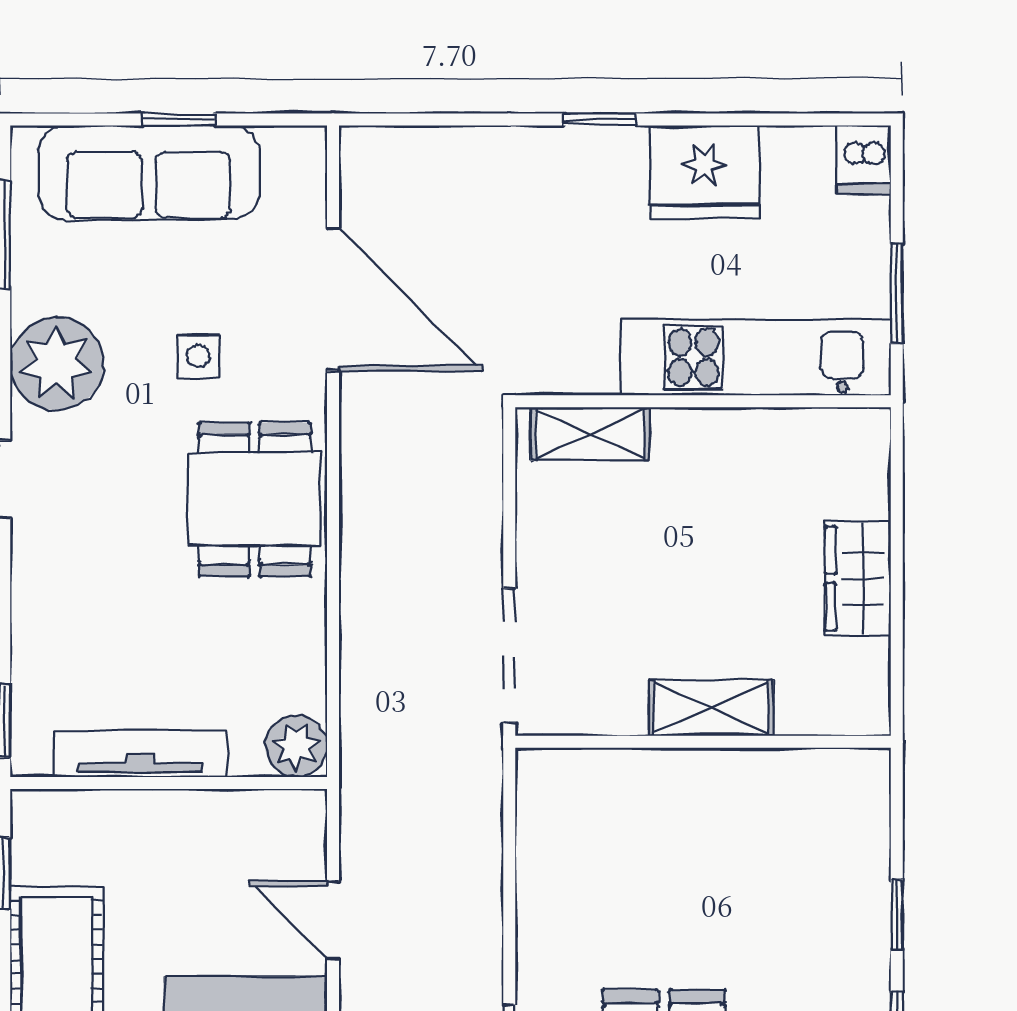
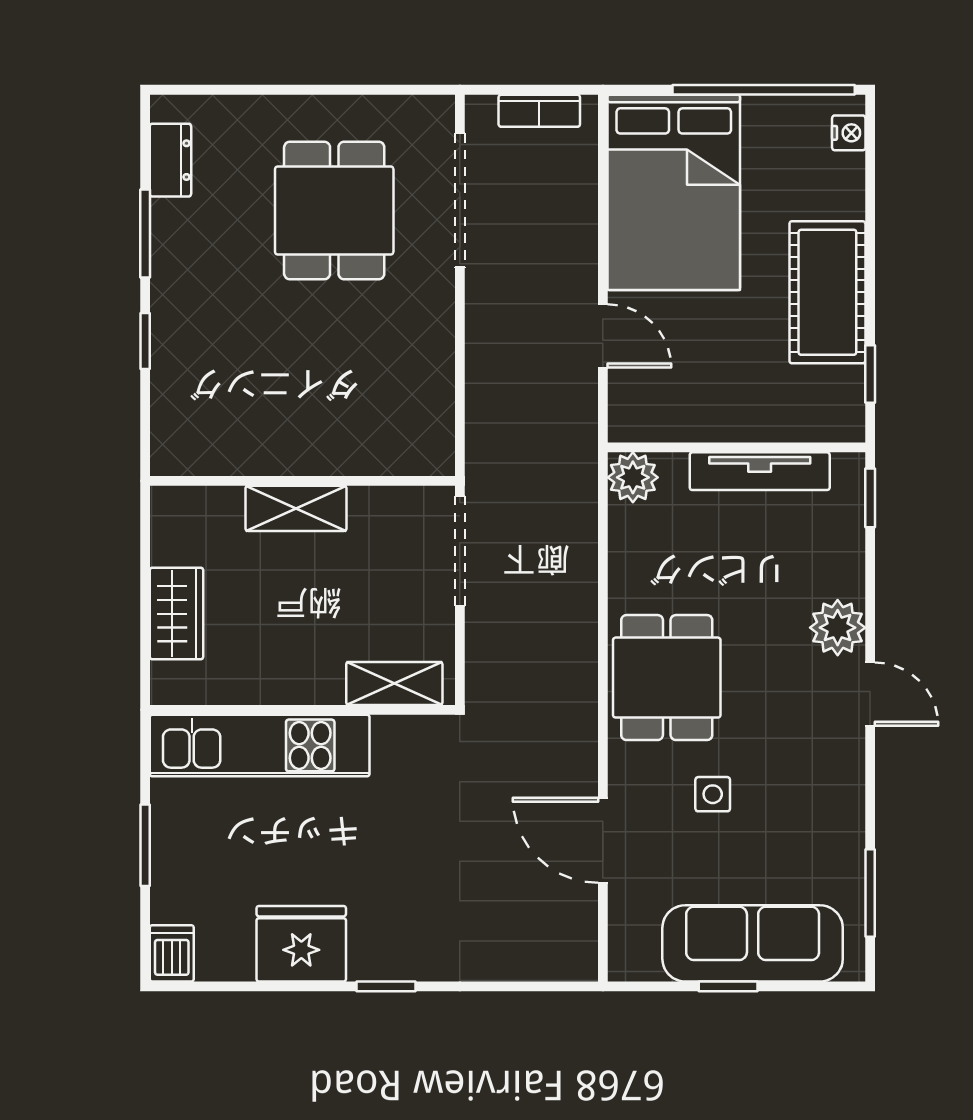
door: (333, 299) -> (603, 840), width x0.73
kitchen unit: (756, 357) -> (260, 745), moved
plant: (57, 364) -> (838, 628), moved, width x0.73, depth x0.73
wall: (703, 401) -> (302, 710), moved
shelving: (590, 434) -> (394, 683), moved

